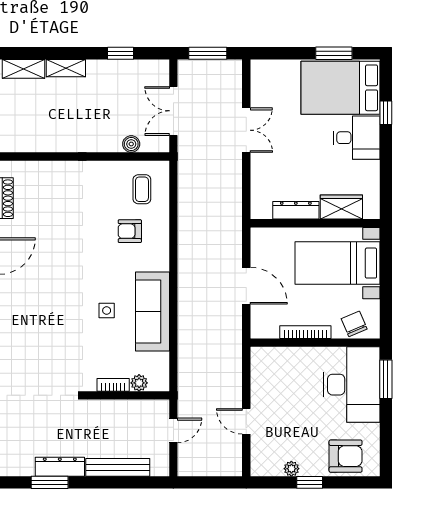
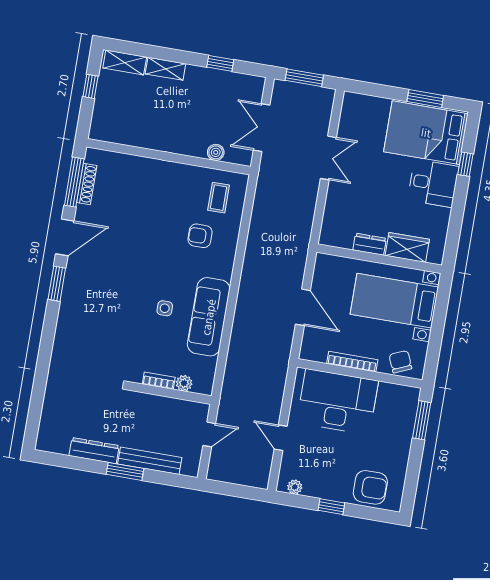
dresser: (296, 210) -> (370, 244), width x0.70
desk: (351, 385) -> (338, 402), moved, turned -90
plant: (291, 469) -> (295, 487), moved
window: (50, 482) -> (125, 471), moved

